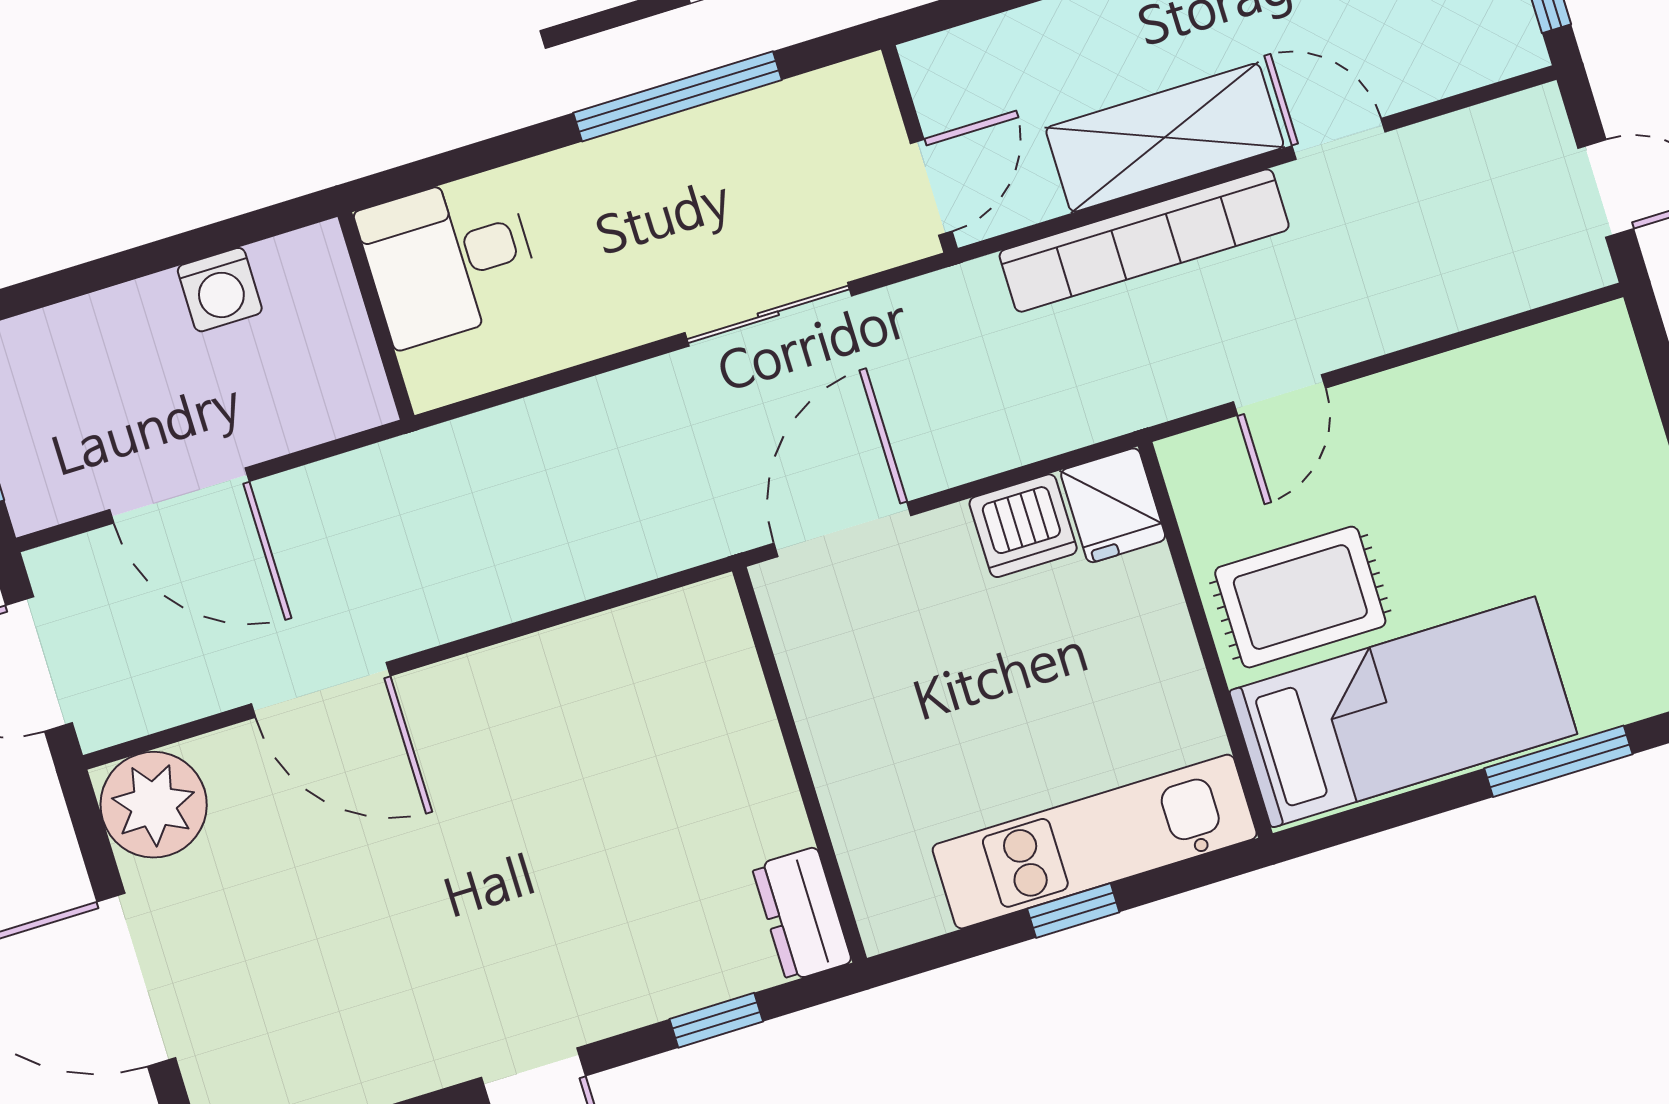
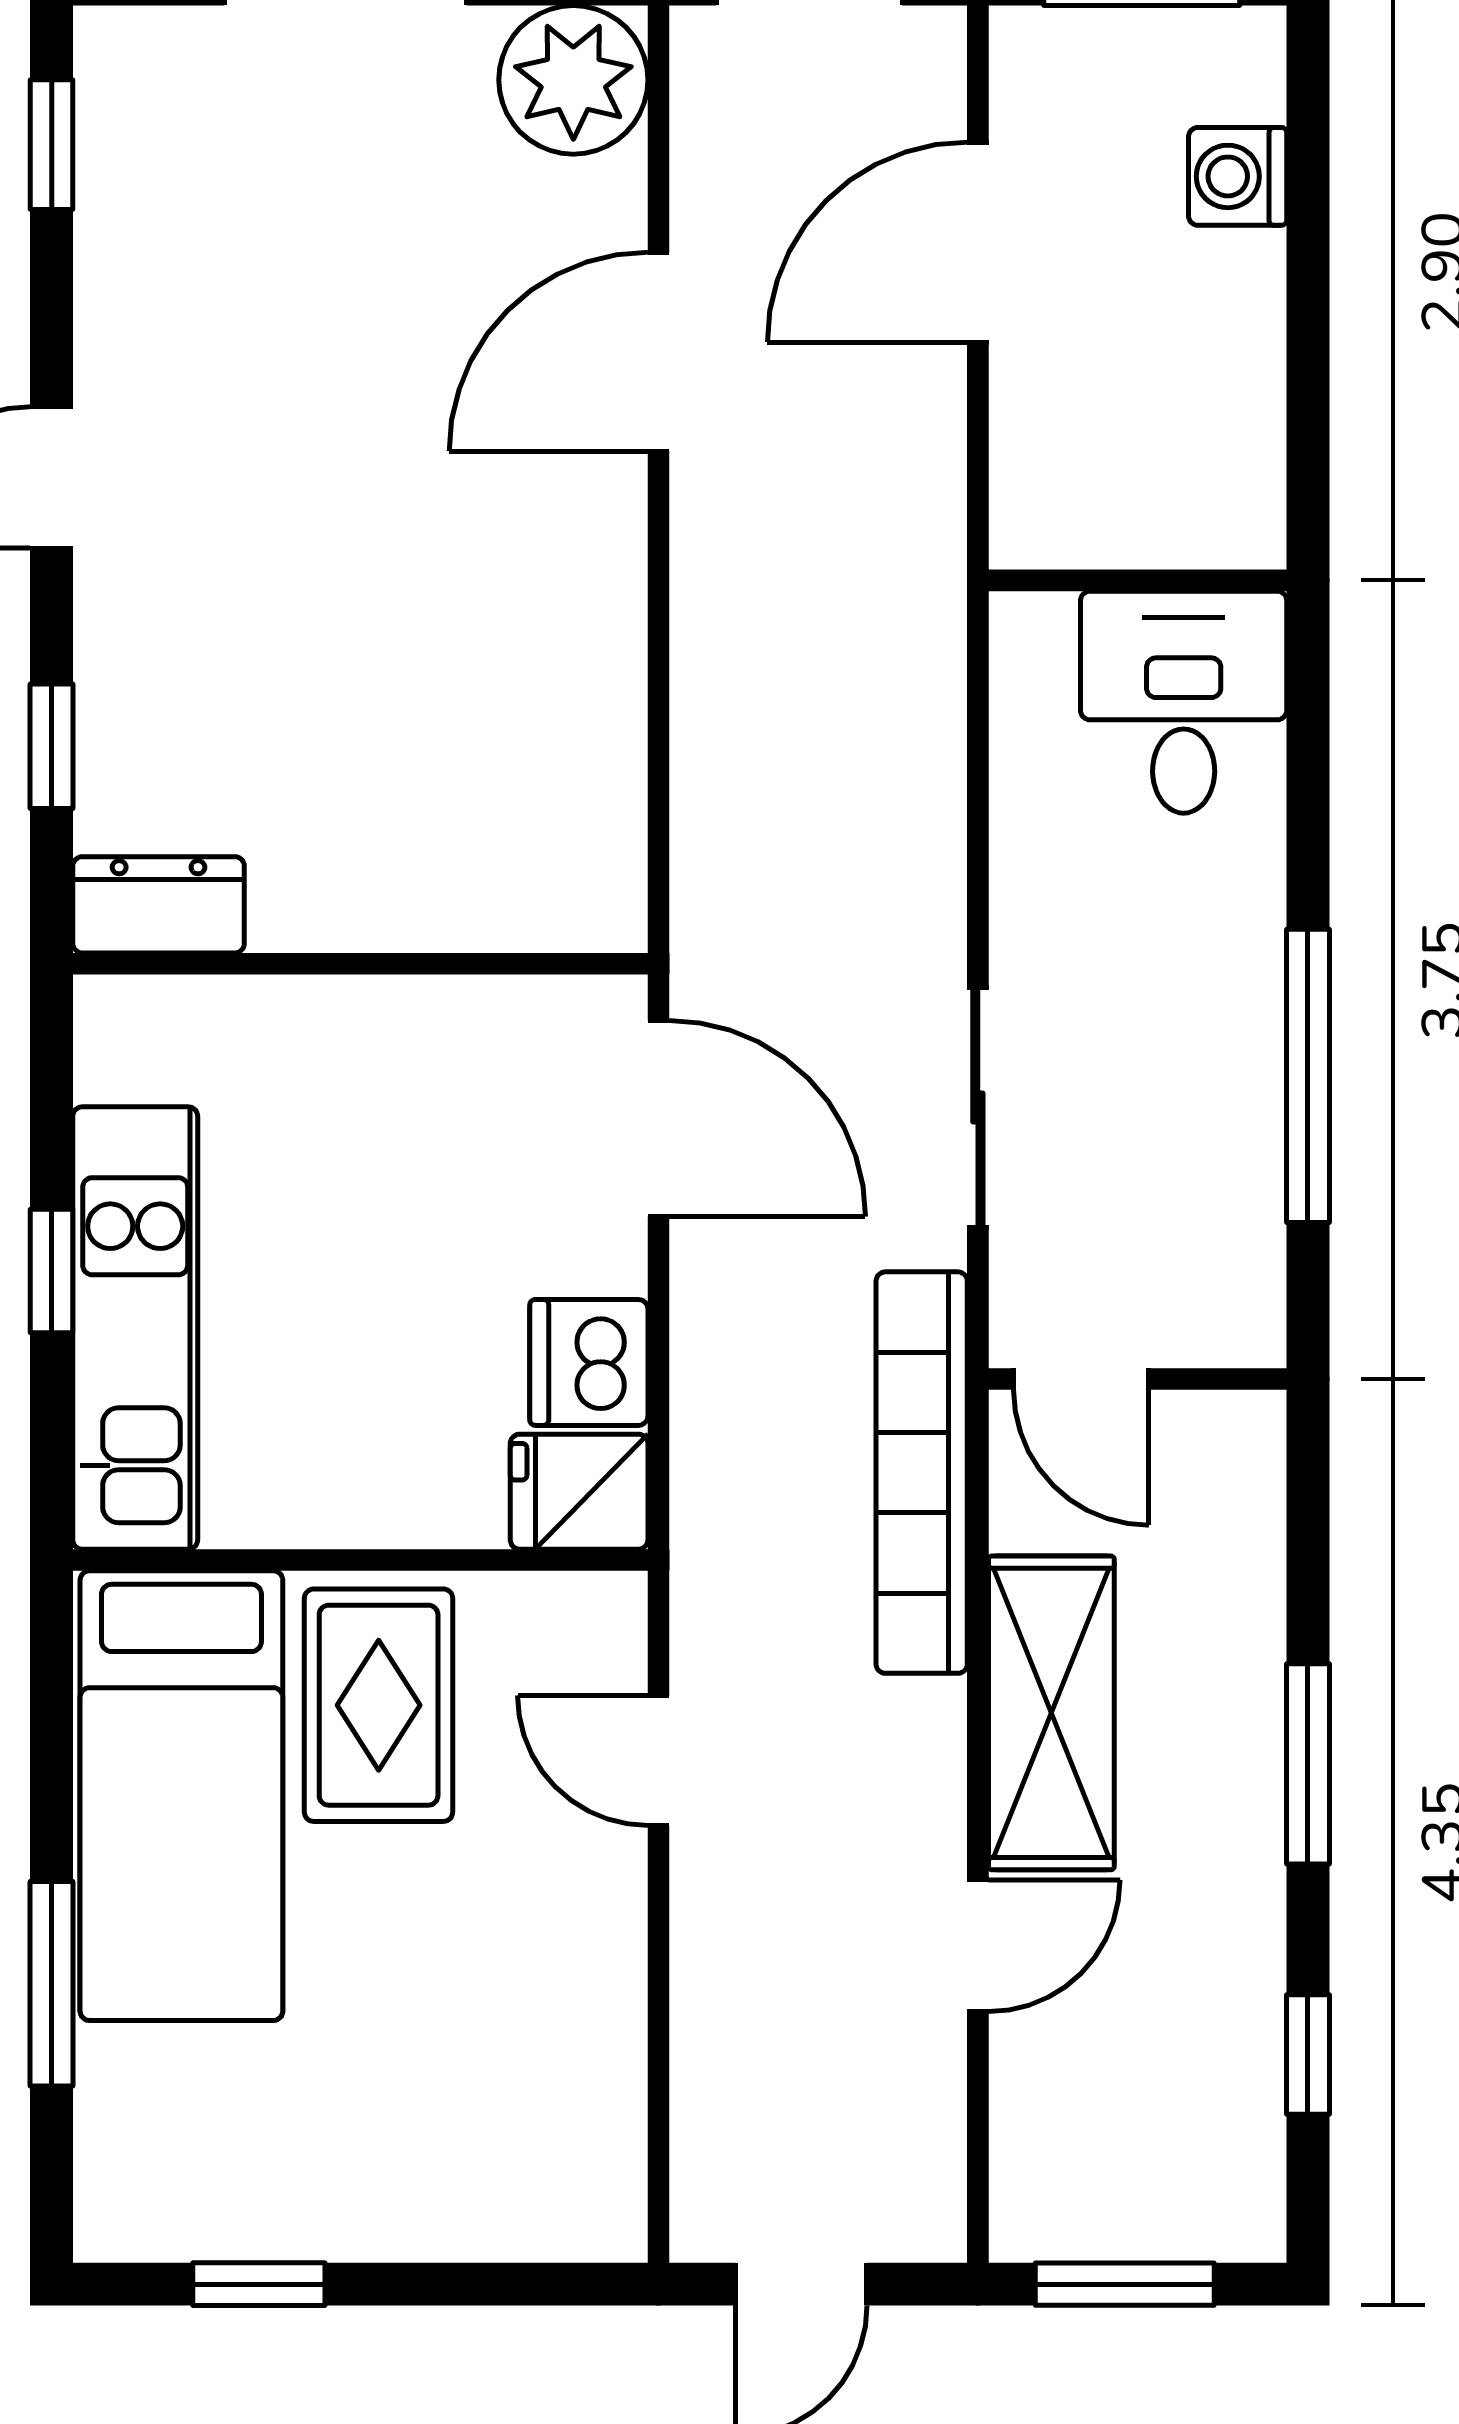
bookcase: (1144, 241) -> (922, 1473), moved
washing machine: (220, 290) -> (1238, 176), moved

